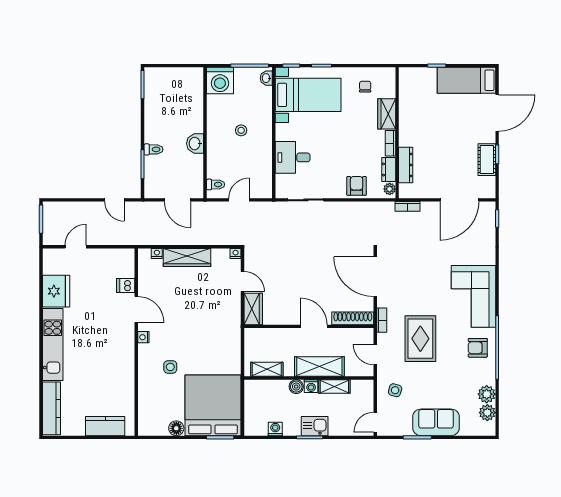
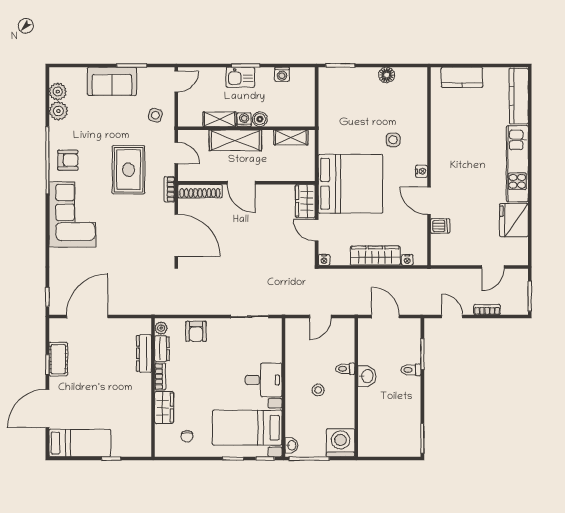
desk: (293, 157) -> (264, 380), moved
toilet: (216, 184) -> (345, 369), moved
bookcase: (408, 206) -> (487, 310), moved
bed: (213, 405) -> (350, 184), moved, turned -90

